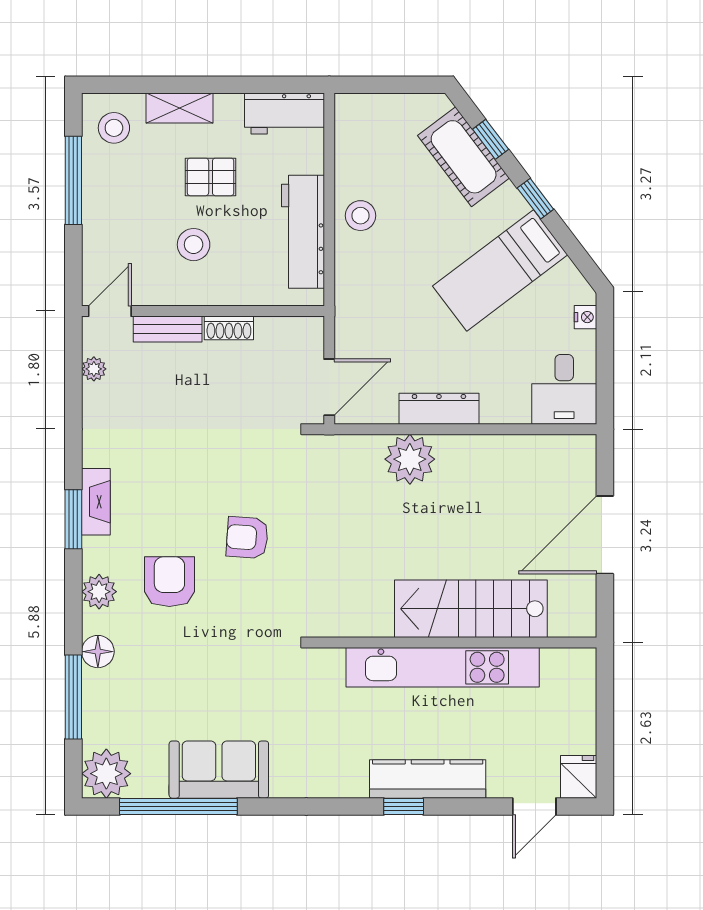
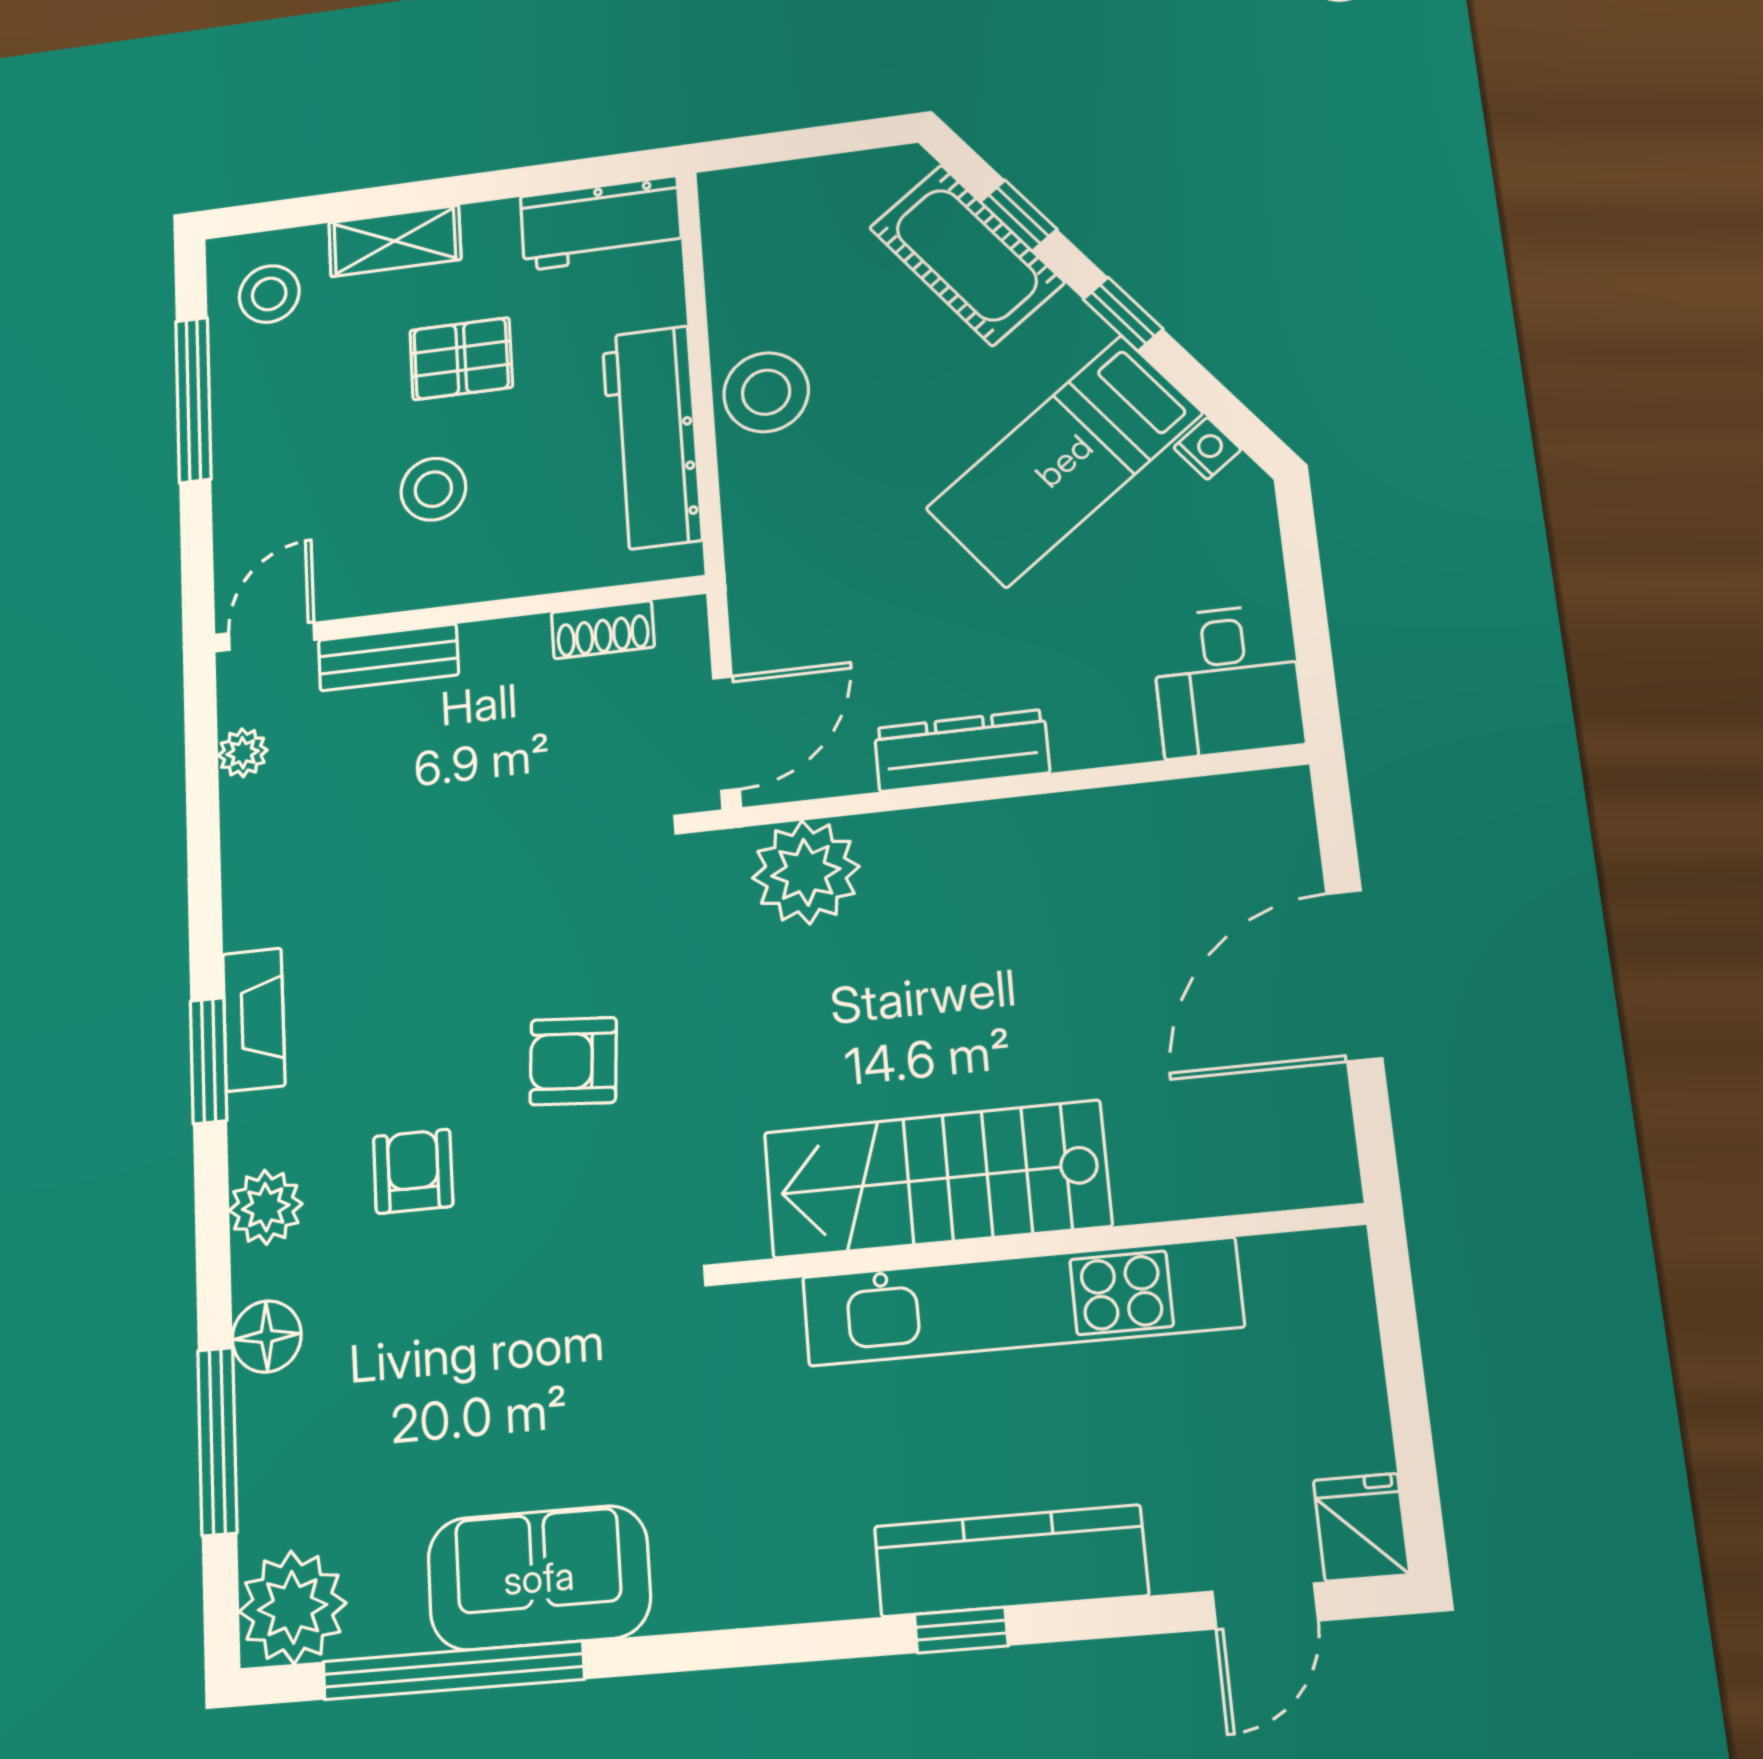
stool: (361, 216) -> (766, 392), width x1.38, depth x1.38
nightstand: (586, 317) -> (1207, 449), moved, turned -37
shoe rack: (229, 328) -> (603, 630), moved
plant: (410, 459) -> (806, 872), moved
armchair: (169, 582) -> (413, 1171), width x0.72, depth x0.72
stairs: (471, 609) -> (937, 1179), moved

